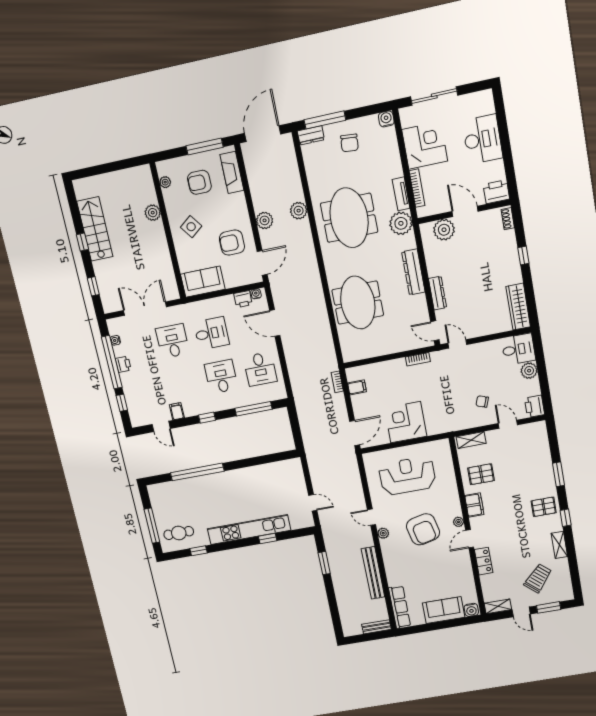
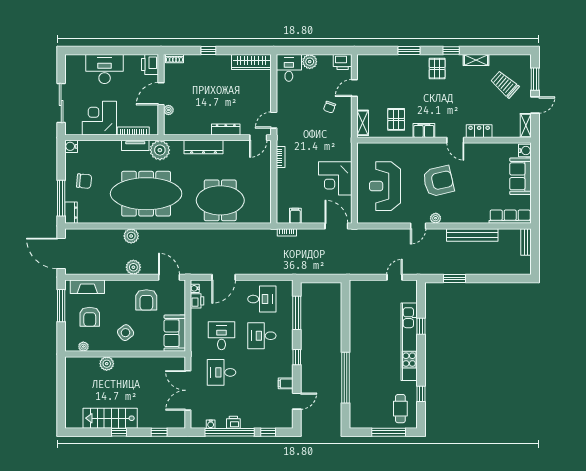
meeting table: (349, 218) -> (146, 194), width x1.36
plant: (444, 230) -> (168, 110), width x0.53, depth x0.53
plant: (458, 522) -> (437, 147), removed

